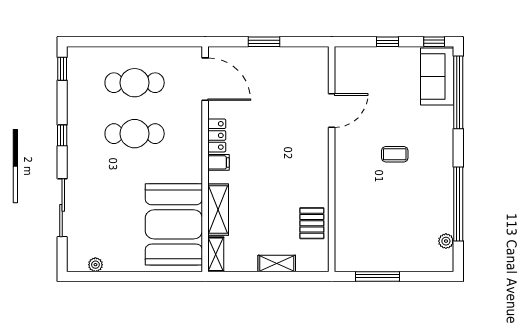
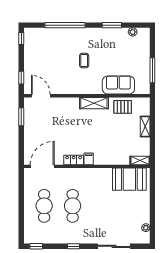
window: (264, 42) -> (21, 117), moved
window: (387, 42) -> (21, 78), moved
sofa: (437, 76) -> (118, 85), moved, turned 180
window: (458, 92) -> (65, 25), moved
door: (332, 111) -> (41, 96), moved
window: (458, 204) -> (112, 25), width x0.47
shelving: (218, 210) -> (94, 103), moved
booth: (174, 224) -> (129, 179), width x0.73, depth x0.70

